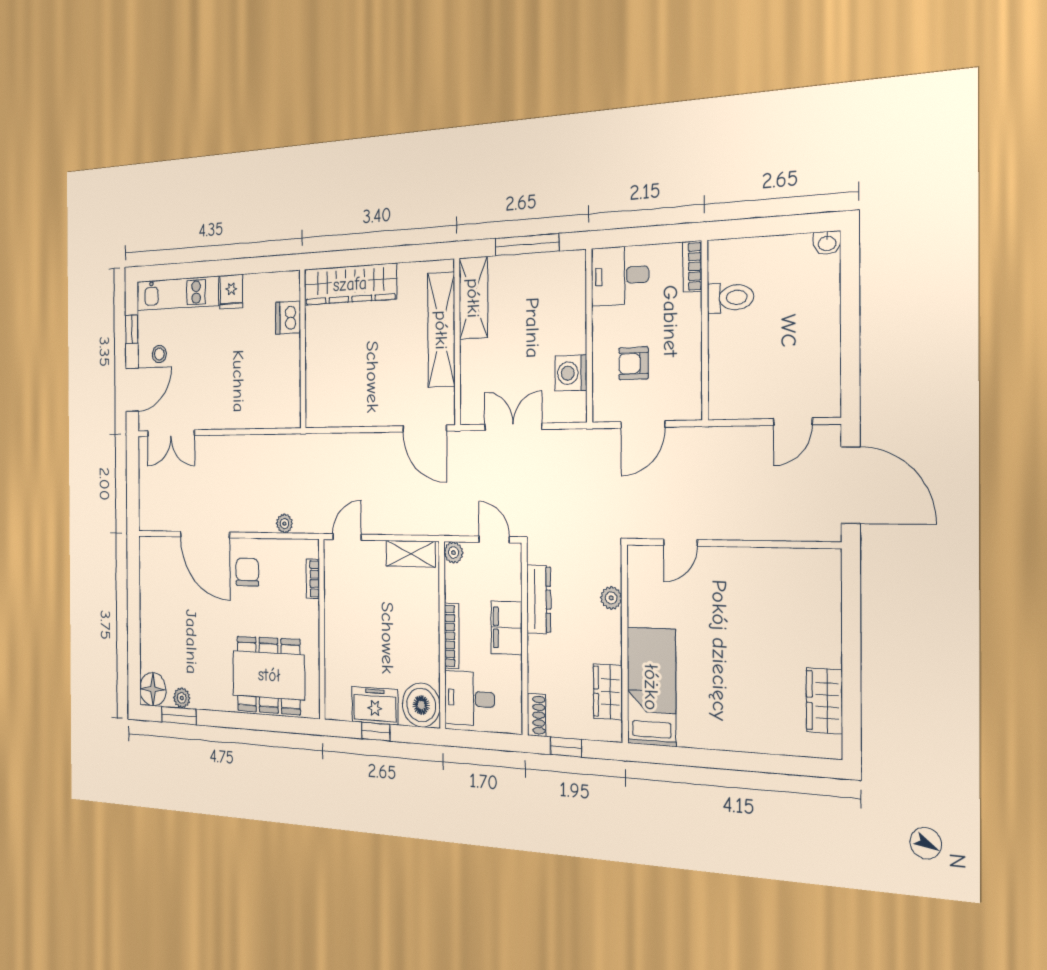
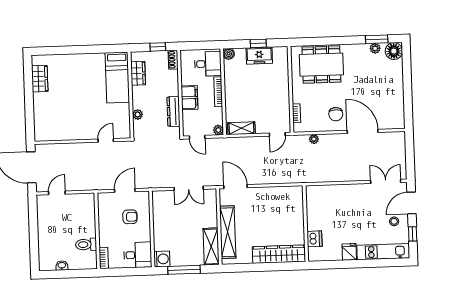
washbasin: (827, 243) -> (62, 266), moved
washing machine: (571, 373) -> (162, 259), moved
boiler: (421, 705) -> (229, 54), width x0.54, depth x0.54

